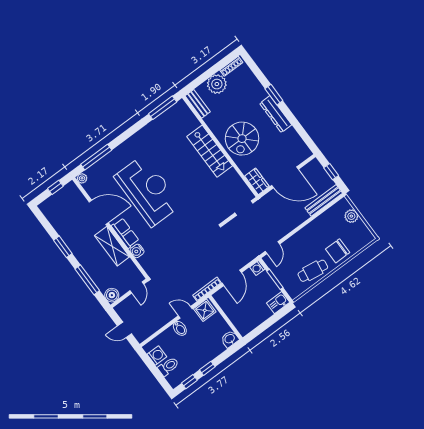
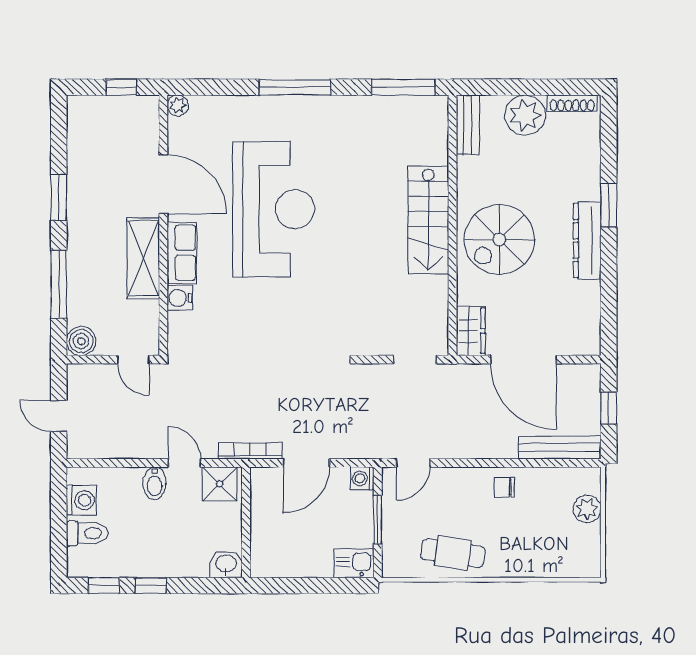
window: (96, 157) -> (295, 87), moved
chair: (338, 251) -> (504, 487), moved, width x0.54, depth x0.54
door: (137, 287) -> (133, 360), hinge flipped

